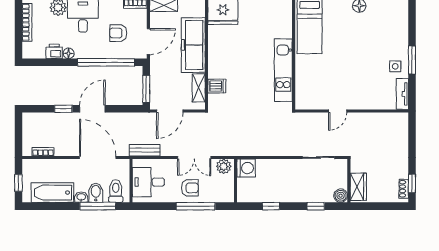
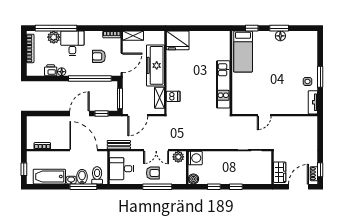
window: (63, 109) -> (101, 113), moved
boiler: (341, 196) -> (193, 179), moved
window: (316, 206) -> (236, 187), moved
door: (383, 206) -> (299, 187), added

